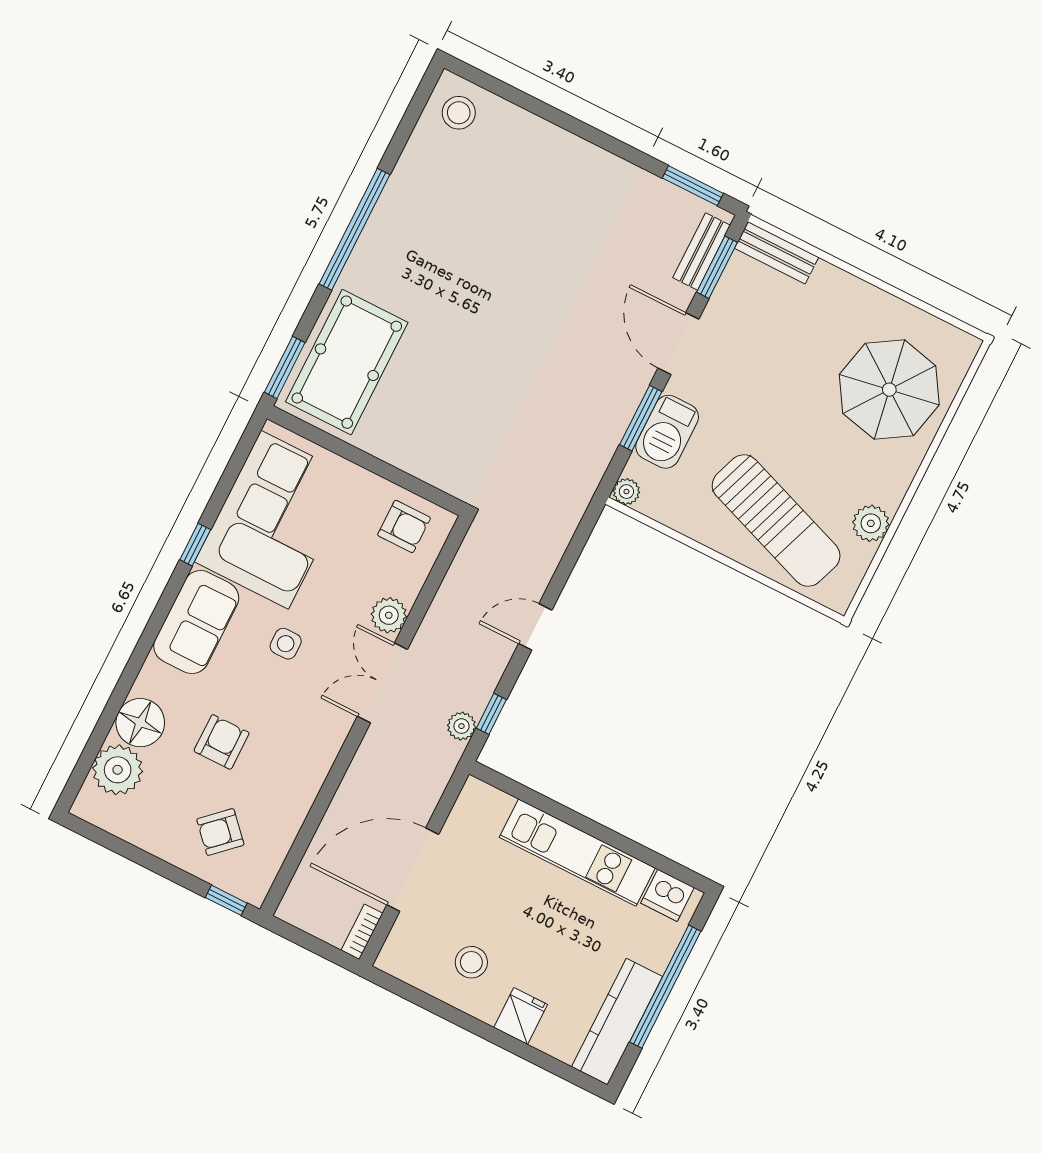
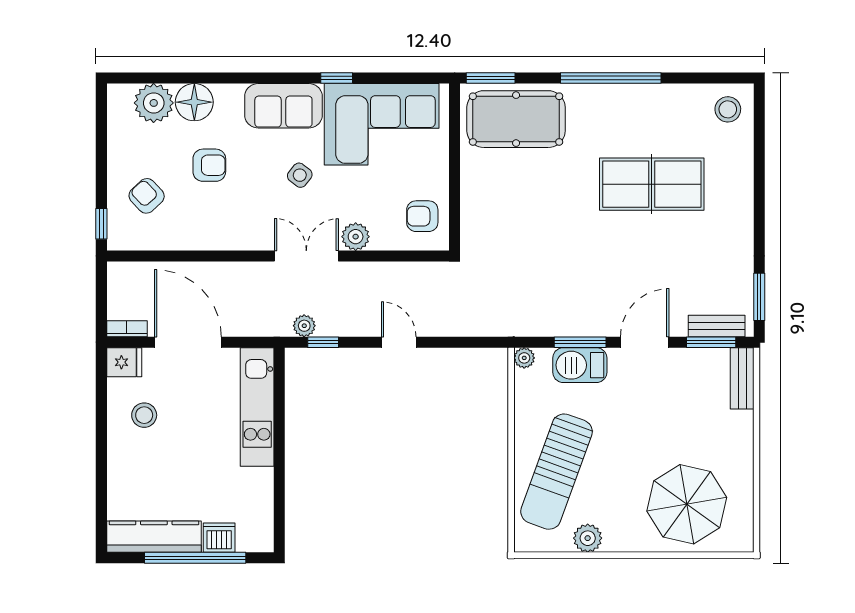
table tennis table: (501, 244) -> (652, 184), added
armchair: (404, 526) -> (422, 216), turned 90
side table: (286, 644) -> (300, 175), turned 38
kitchen unit: (577, 853) -> (257, 407), moved
dishwasher: (667, 895) -> (219, 538), moved, turned 90
fridge: (521, 1016) -> (124, 362), moved

